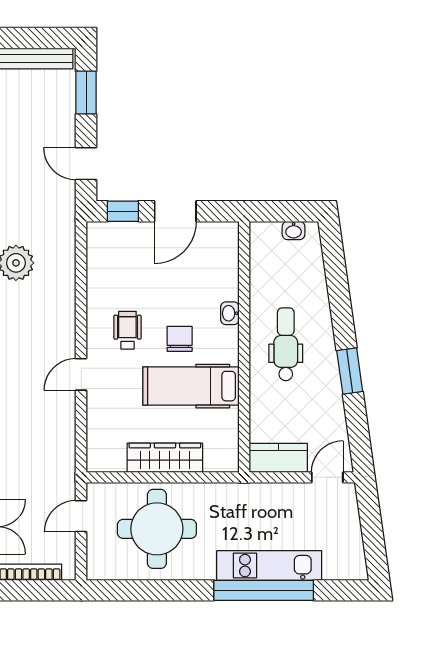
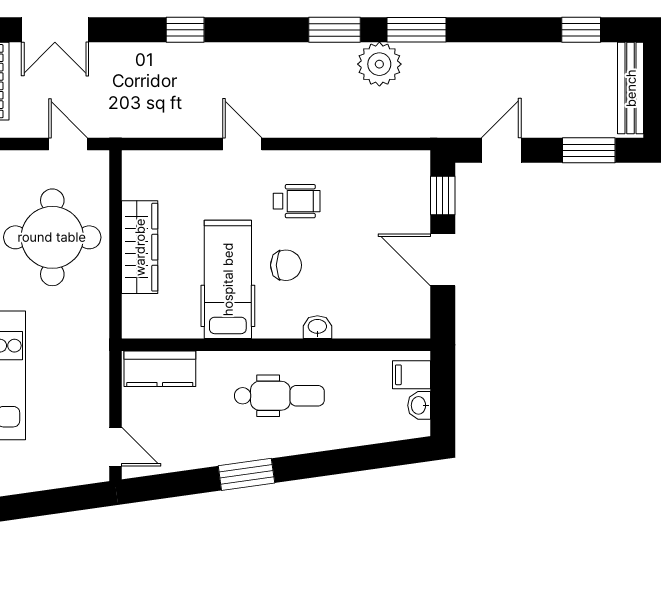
filing cabinet: (269, 237) -> (412, 375), added
kitchen counter: (278, 458) -> (160, 369), moved, turned 90

